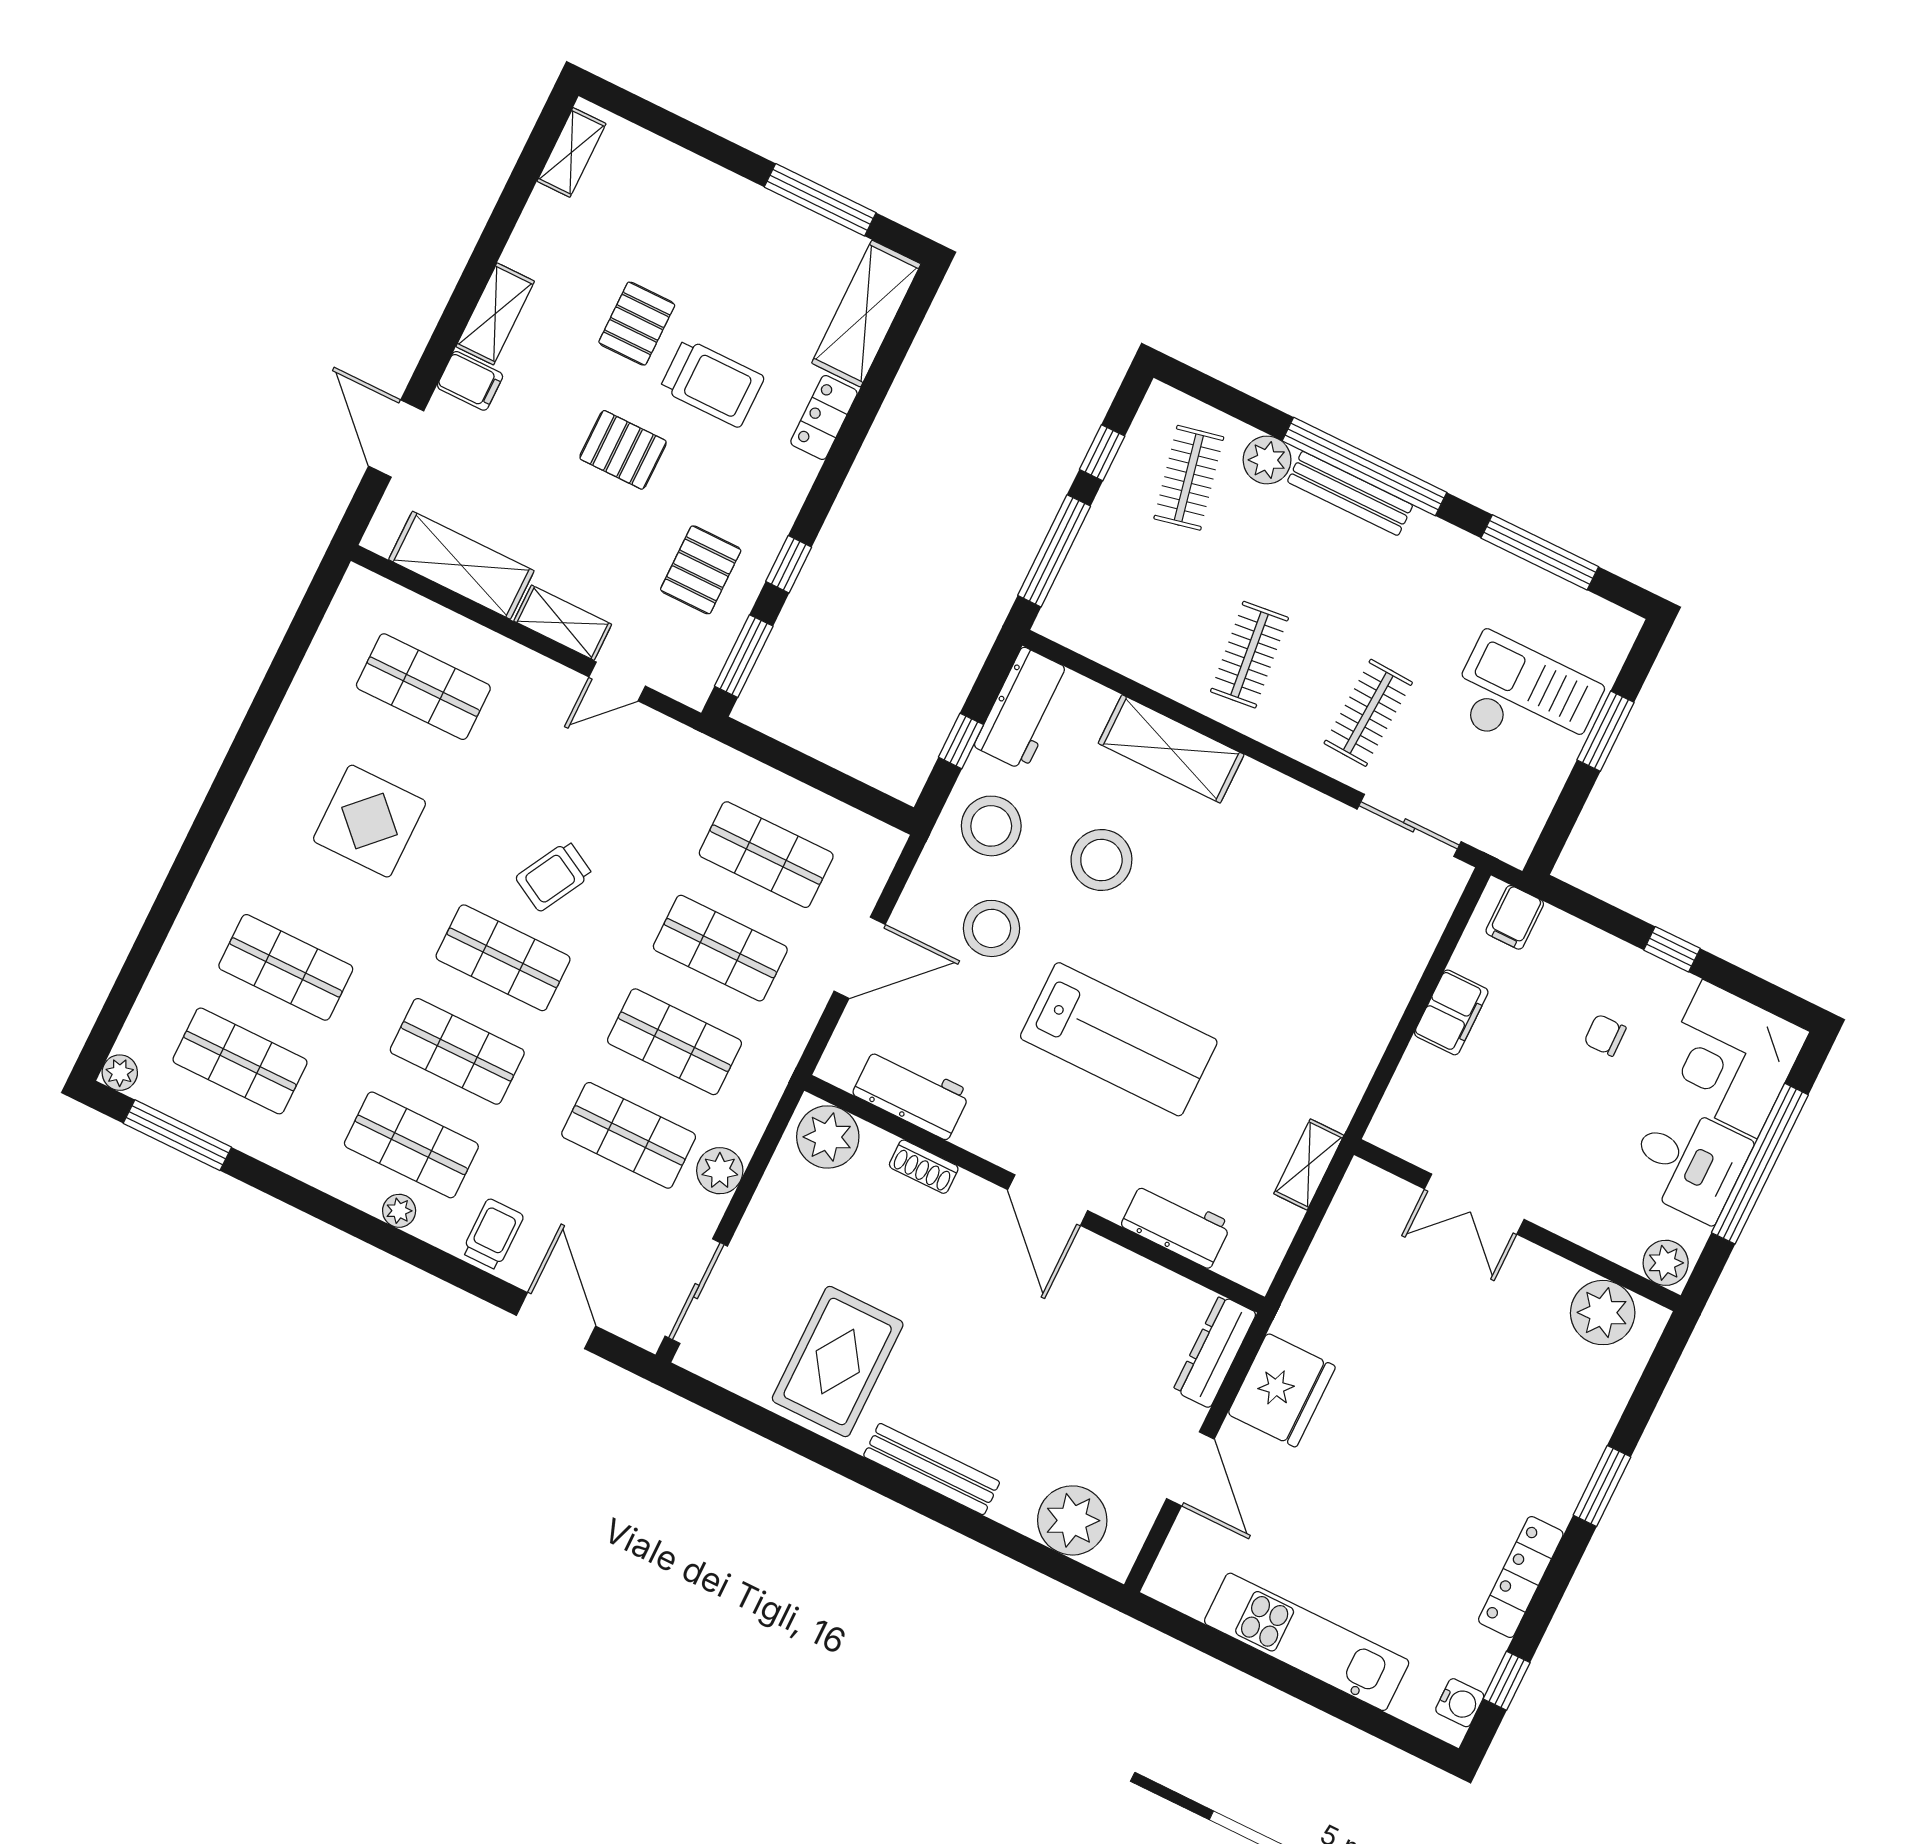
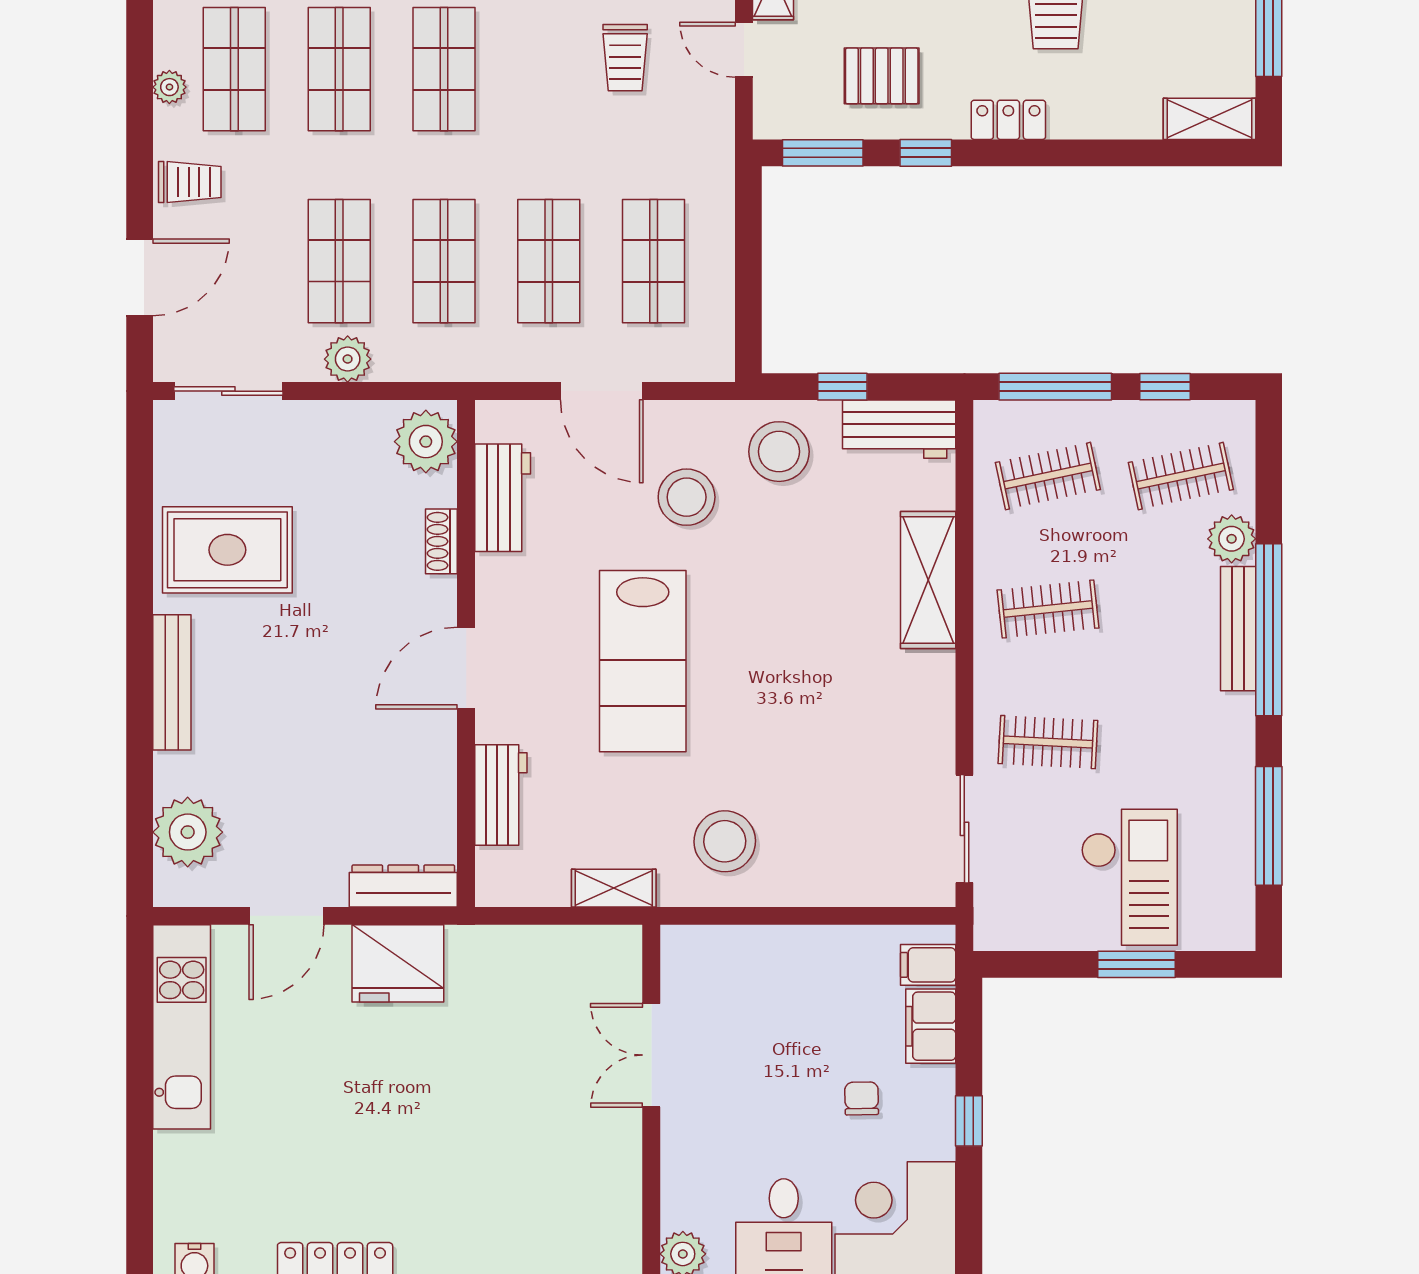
shelving: (866, 314) -> (1210, 119), width x0.67, depth x0.75
locker: (824, 418) -> (1008, 120), moved
clothes rail: (1131, 596) -> (1048, 476), added
stool: (1101, 860) -> (725, 841), moved
trolley: (554, 876) -> (625, 58), moved, turned -119
filing cabinet: (1451, 1012) -> (931, 1026), moved, turned 90
plant: (1603, 1313) -> (610, 1219), removed
kitchen unit: (1307, 1642) -> (182, 1027), moved

